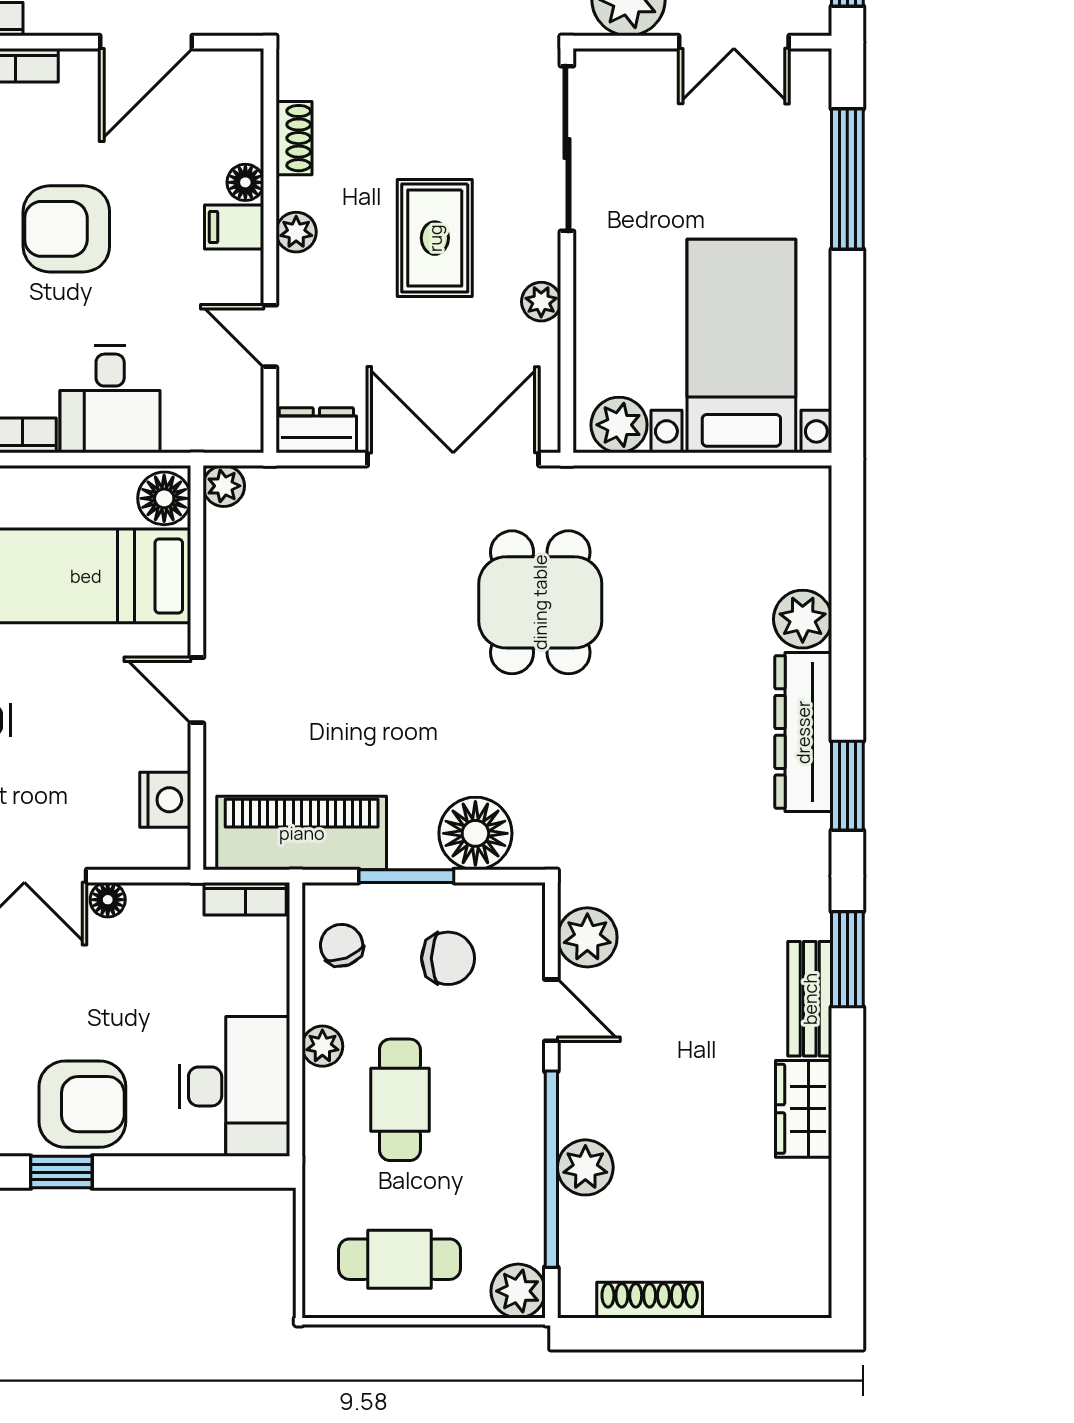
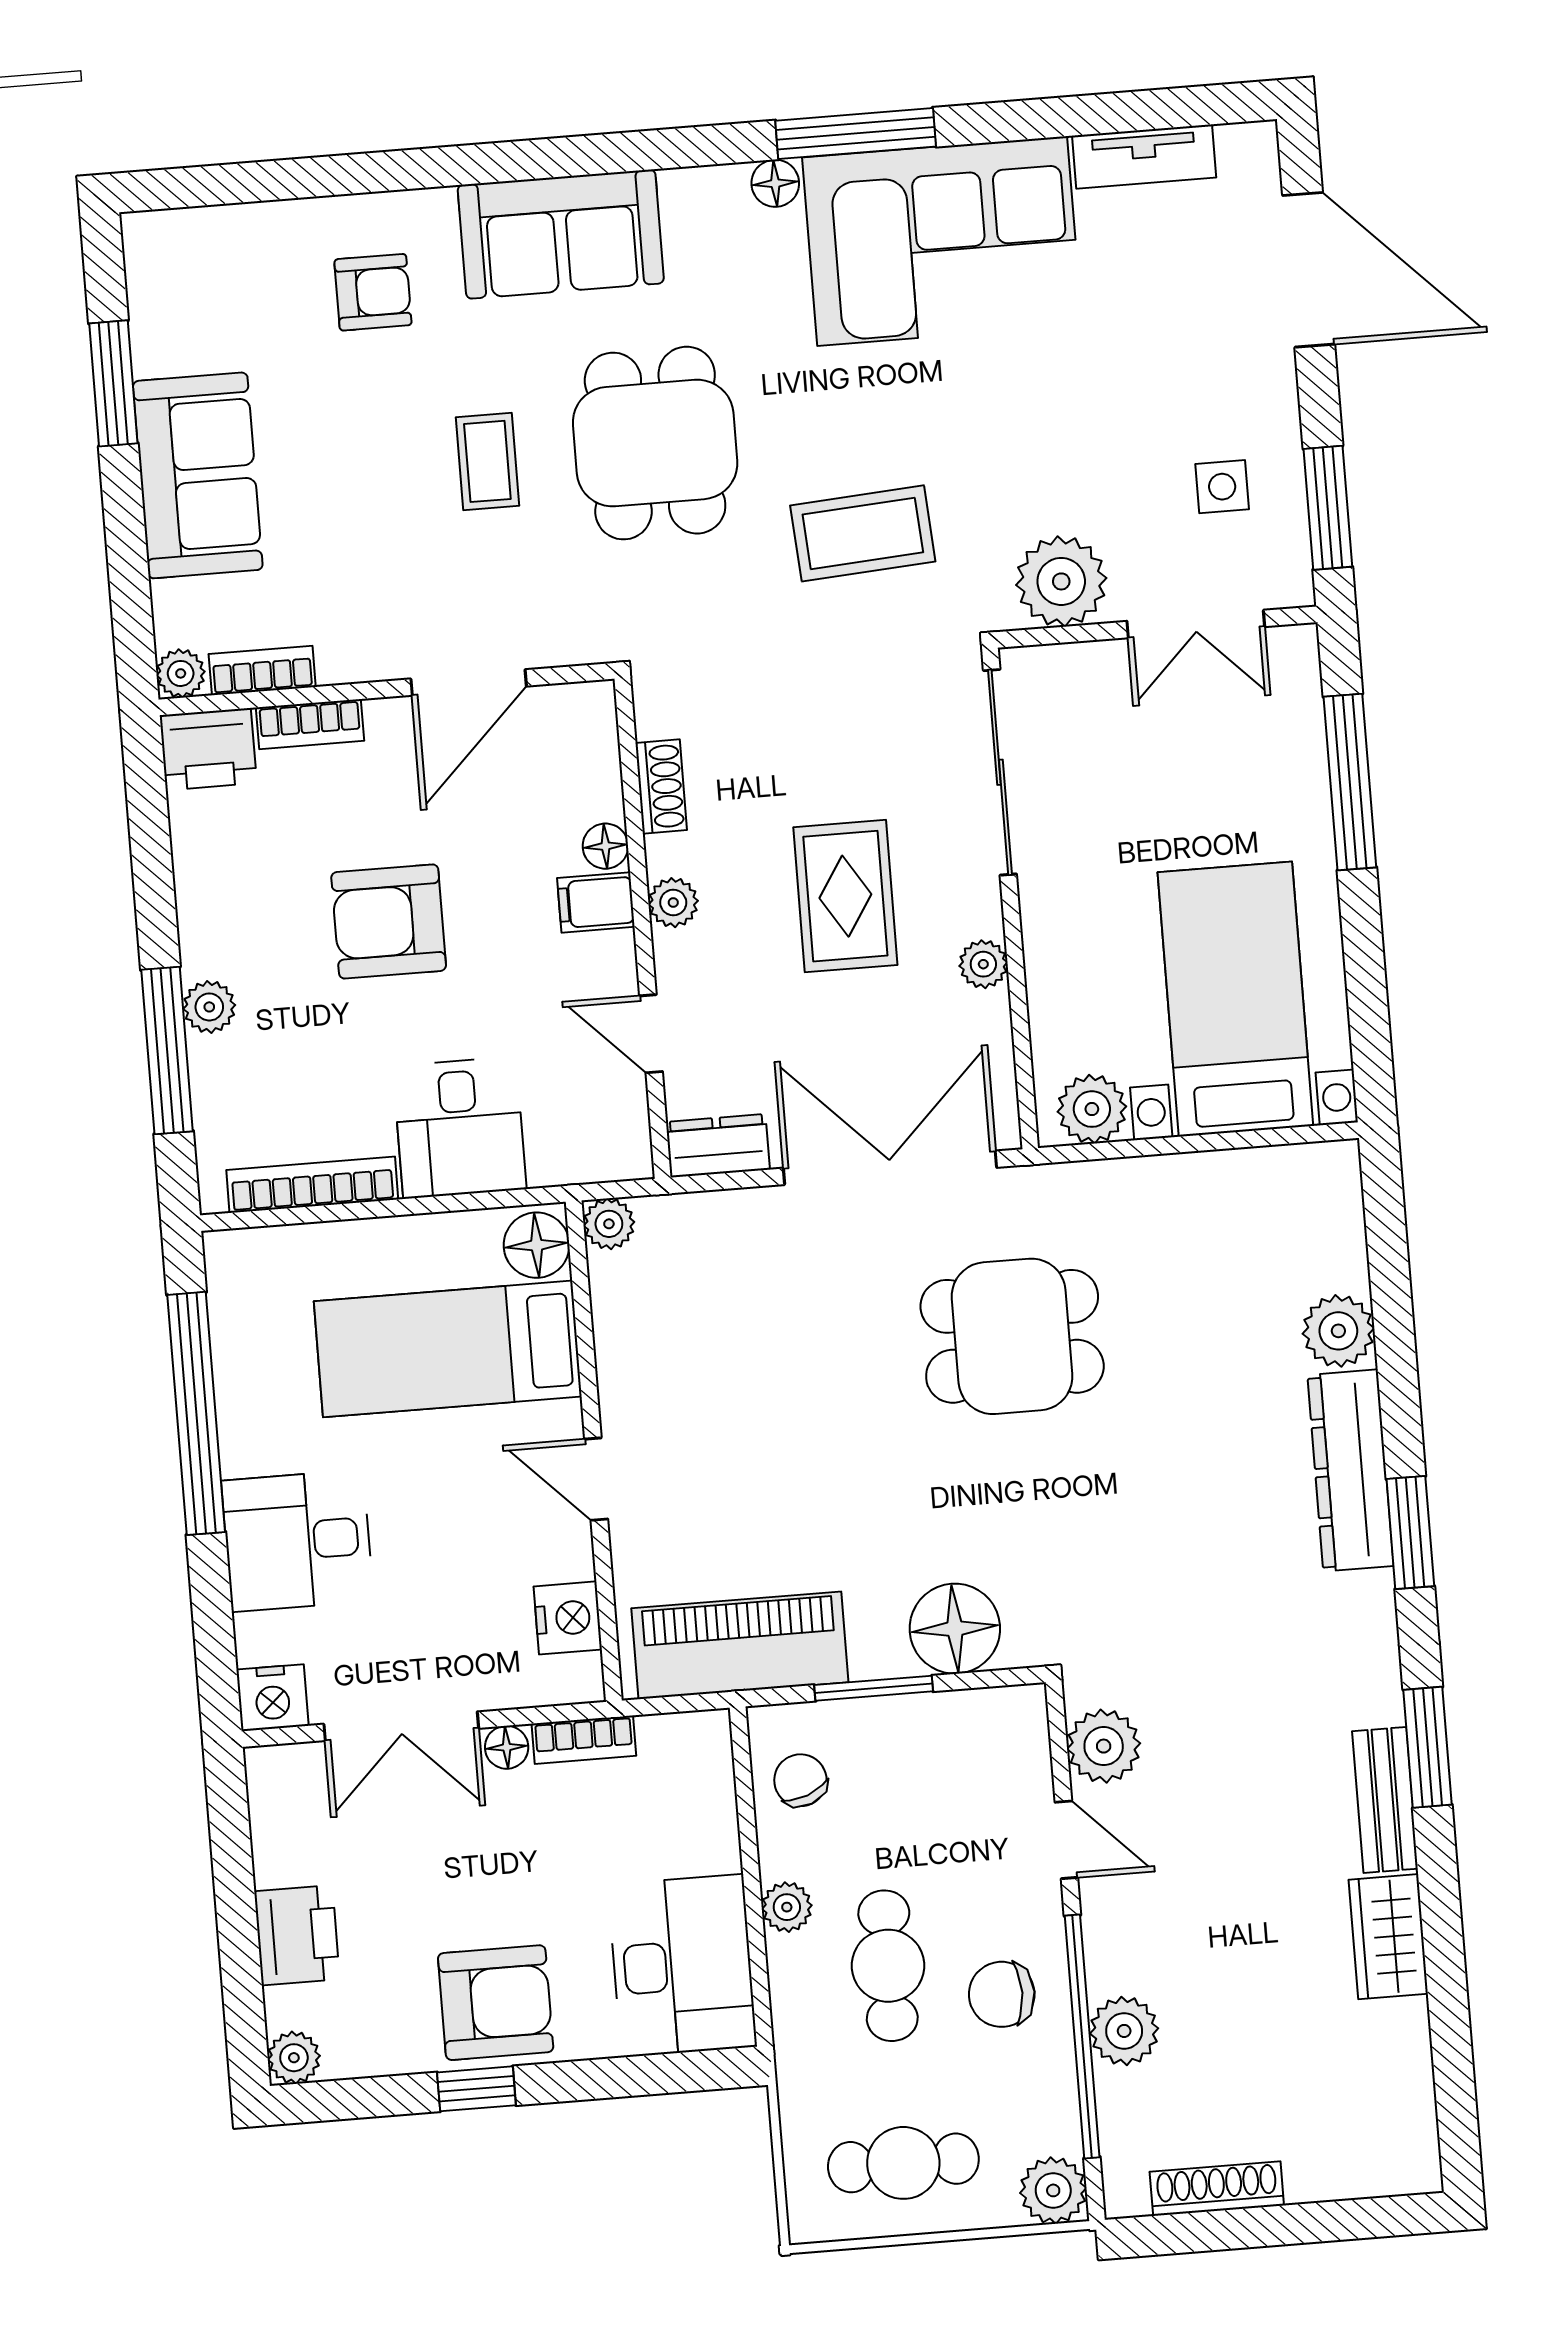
dining table: (540, 602) -> (1012, 1336), turned 90
bookcase: (245, 899) -> (584, 1740), moved
chair: (448, 958) -> (1002, 1994), moved, turned 180

